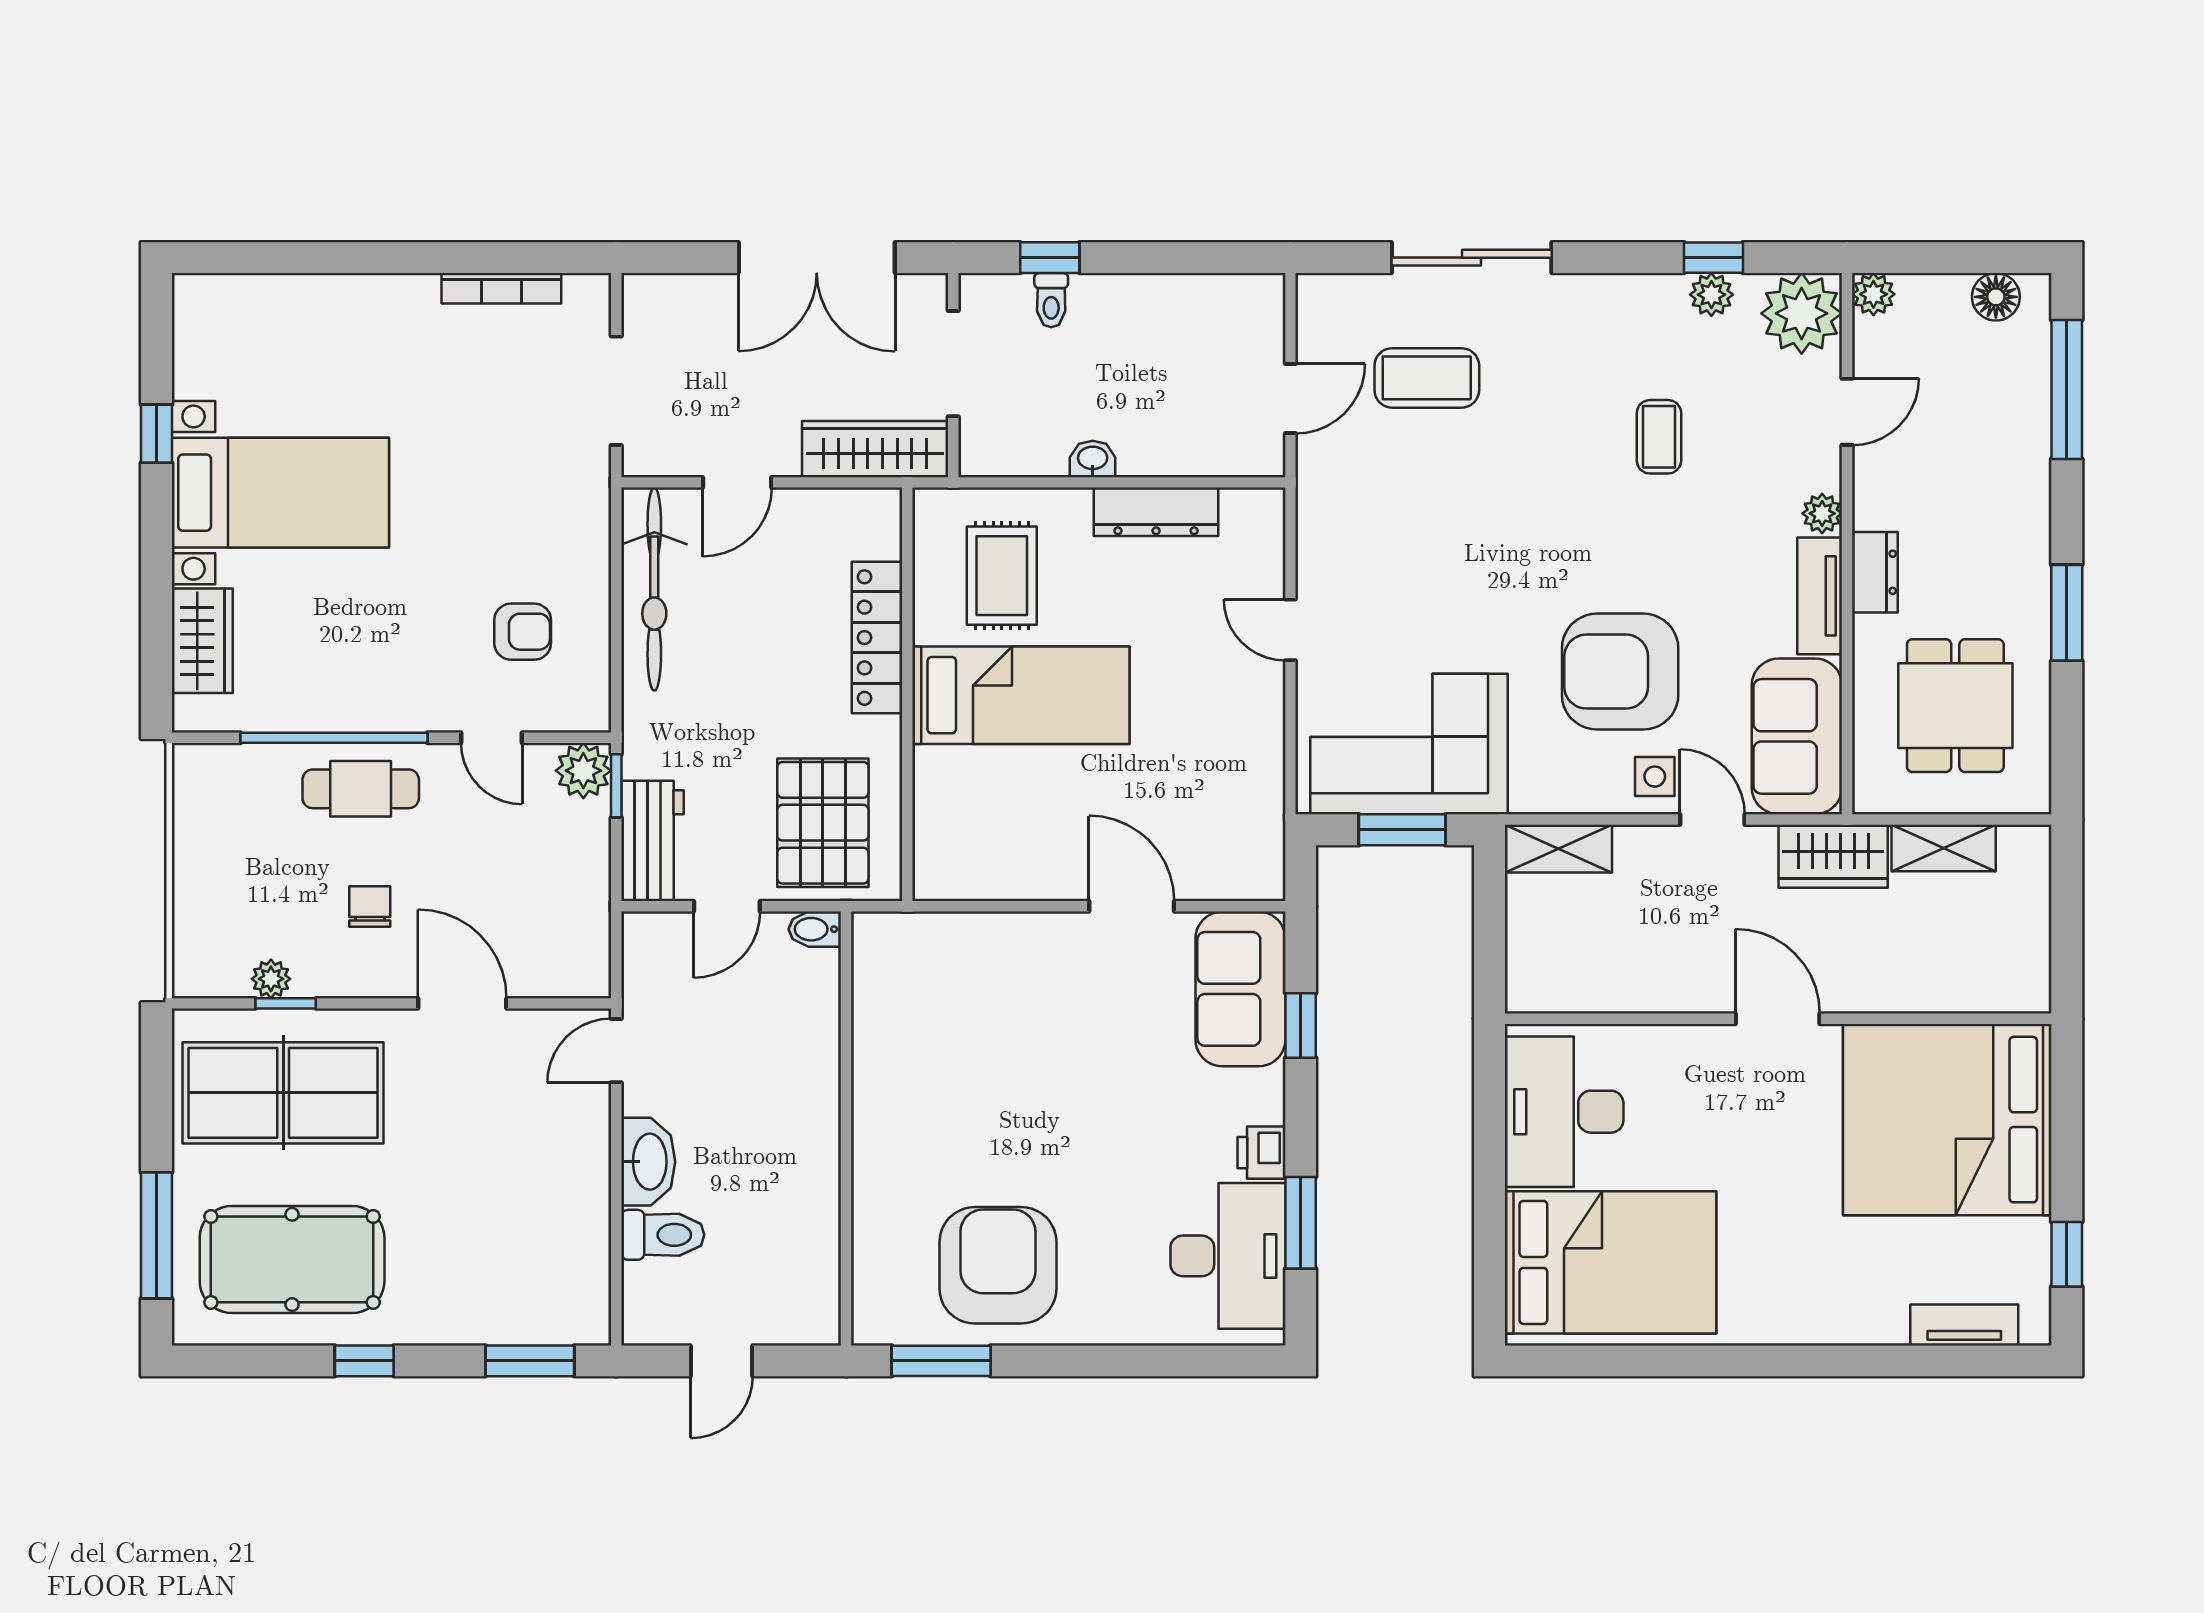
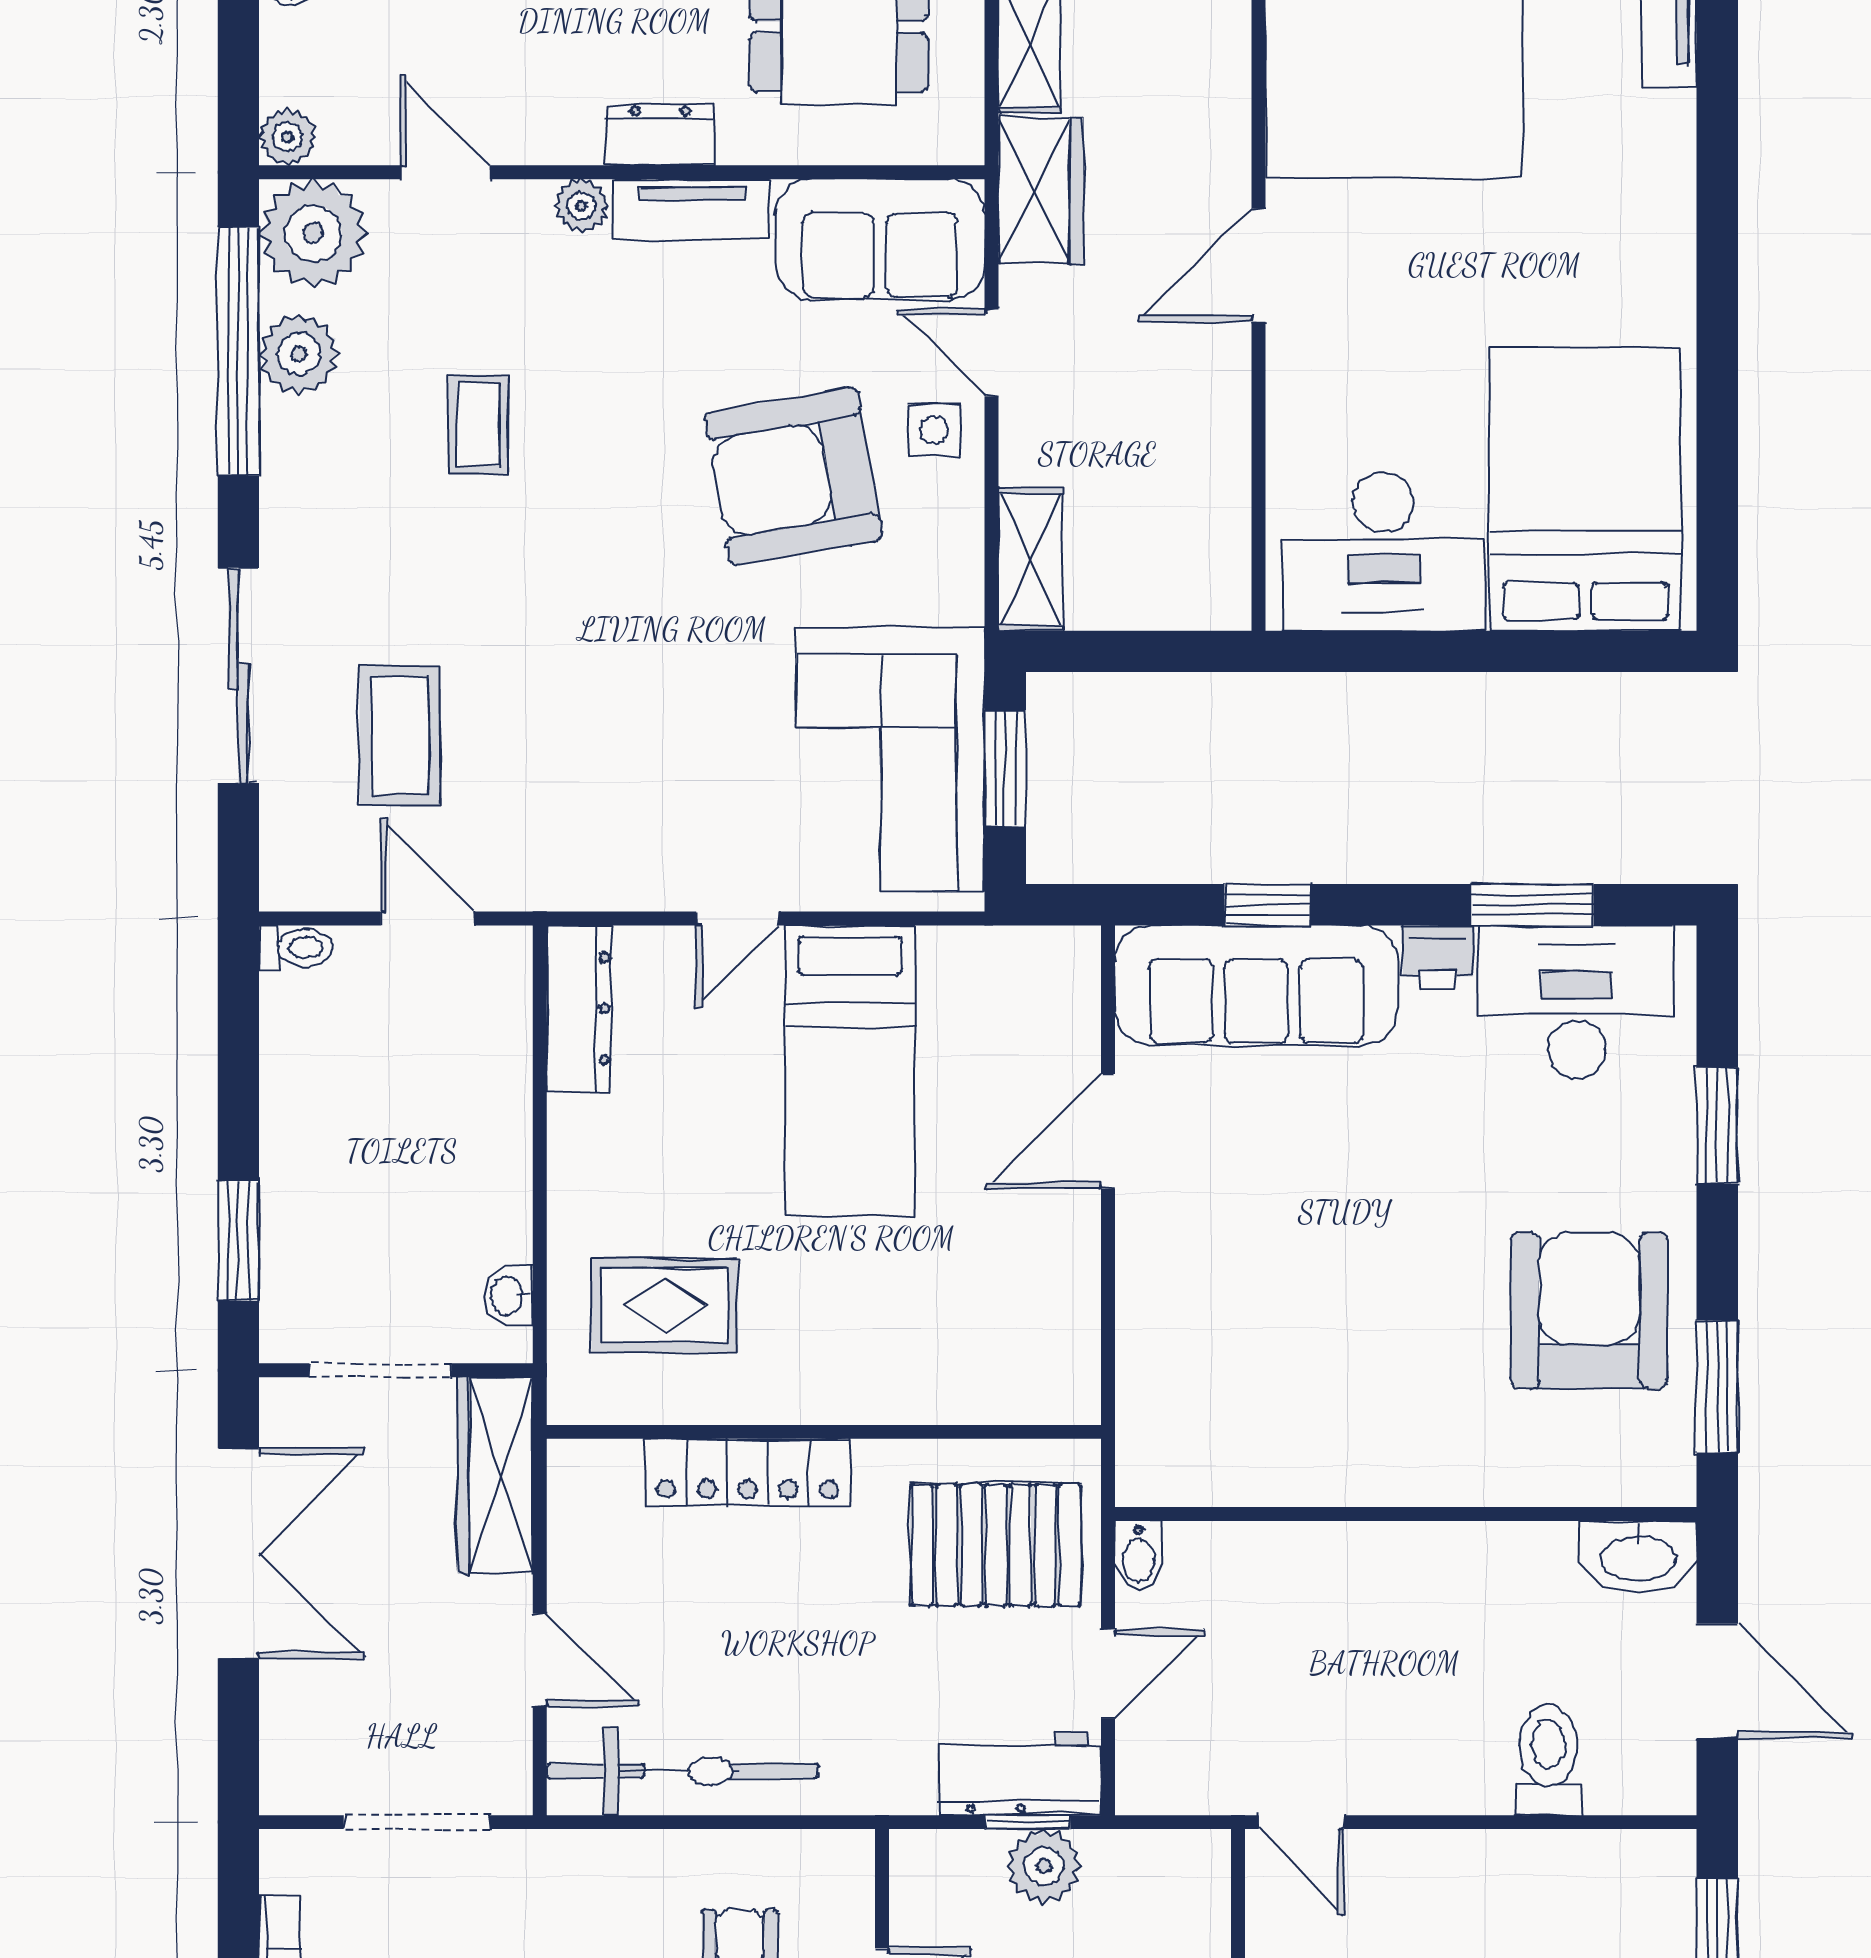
window: (1050, 258) -> (238, 1241), width x1.50
window: (1713, 258) -> (238, 351), width x3.17
plant: (1711, 295) -> (299, 354), width x1.38, depth x1.38
toilet: (1051, 300) -> (295, 948), moved
coffee table: (1659, 437) -> (479, 424), turned 90
washbasin: (1093, 459) -> (508, 1296), moved
dresser: (1156, 512) -> (579, 1009), moved
armchair: (1620, 672) -> (793, 476), turned 80
bed: (1021, 695) -> (850, 1071), moved, turned 180
plant: (583, 771) -> (1044, 1866), moved
window: (616, 786) -> (1028, 1822), moved
door: (1712, 819) -> (992, 353), hinge flipped
door: (727, 906) -> (1108, 1674), hinge flipped
sofa: (1240, 989) -> (1256, 985), width x1.36
washbasin: (648, 1162) -> (1638, 1557), moved, turned 180
armchair: (998, 1265) -> (1589, 1310), turned 90
door: (722, 1361) -> (1717, 1681), width x1.38
window: (1136, 1361) -> (1717, 1126), added

